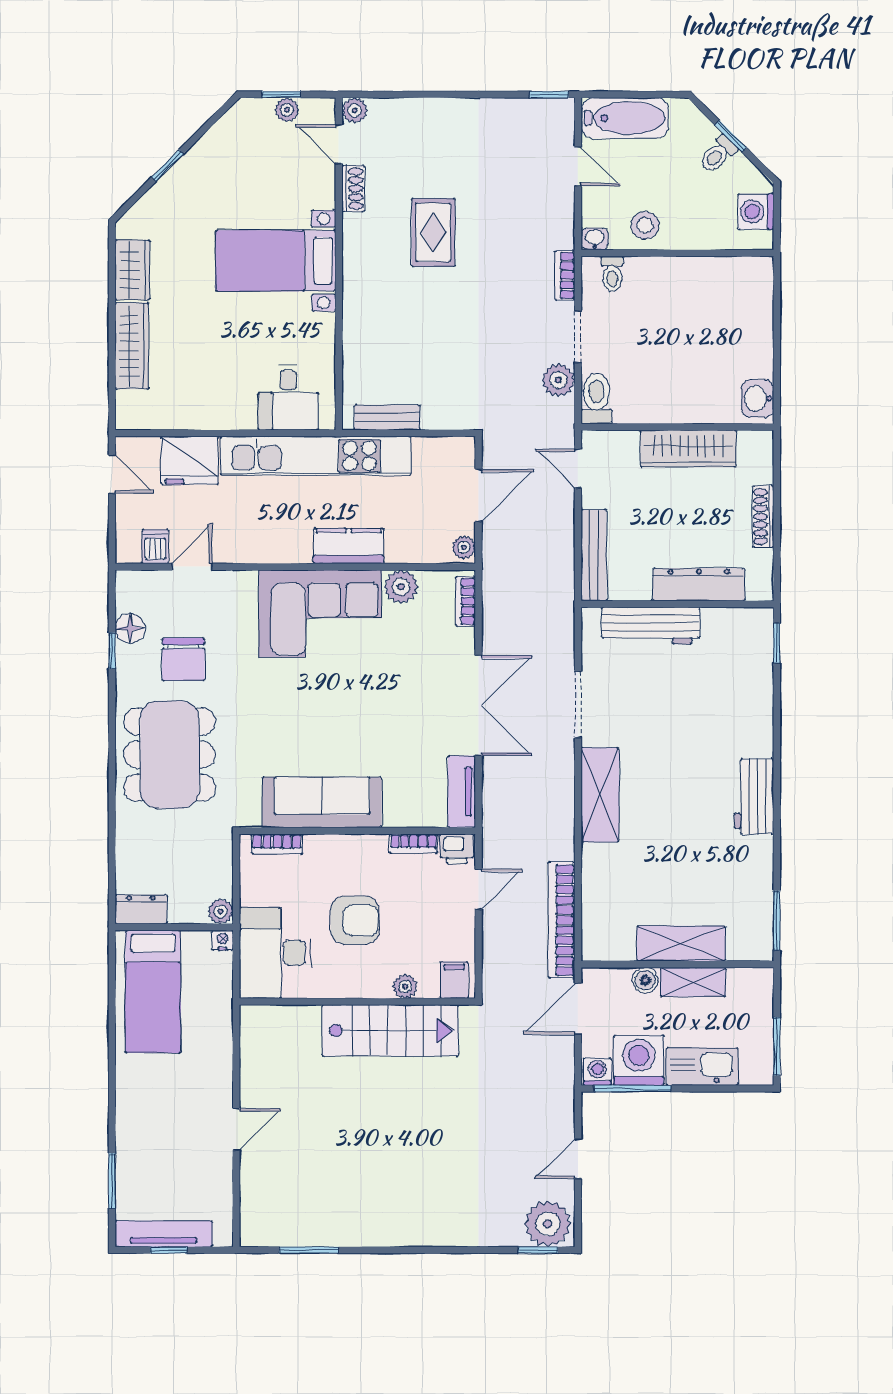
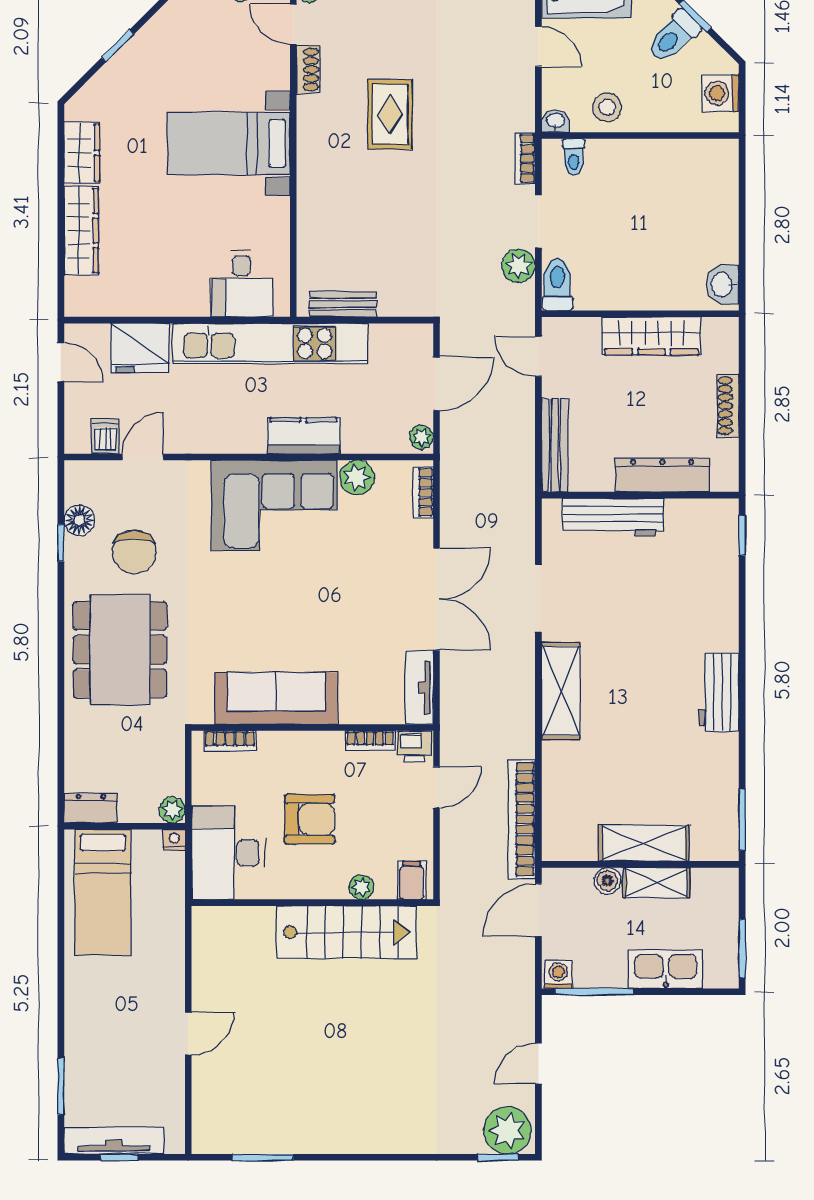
toilet: (718, 154) -> (673, 37), width x1.37, depth x1.39
washing machine: (639, 1060) -> (601, 963), removed

